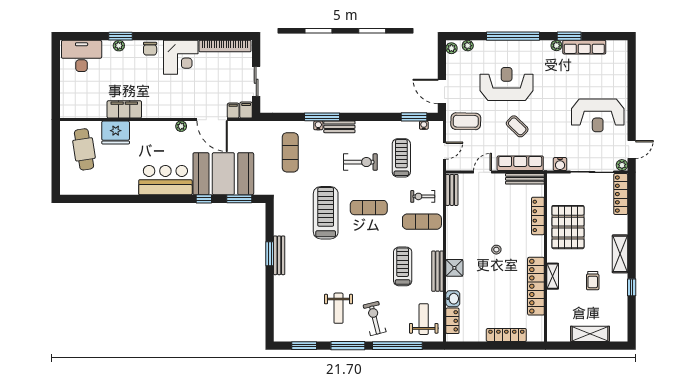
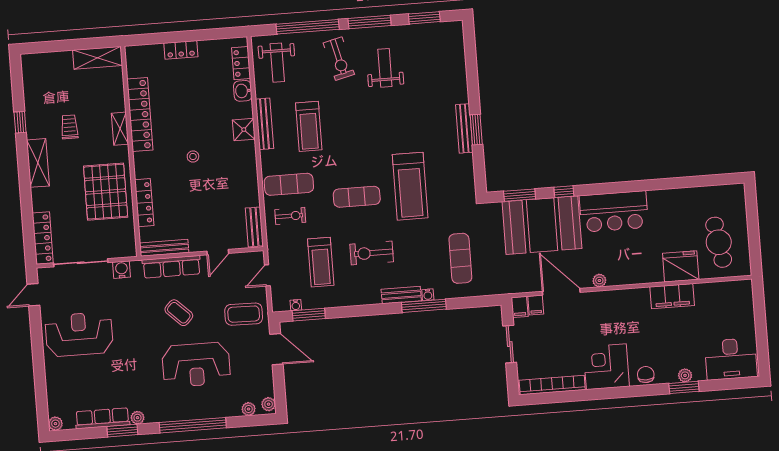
plant: (622, 165) -> (55, 424), moved
shelving: (590, 334) -> (97, 58), moved
locker: (506, 335) -> (181, 50), width x0.66

